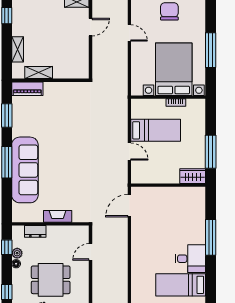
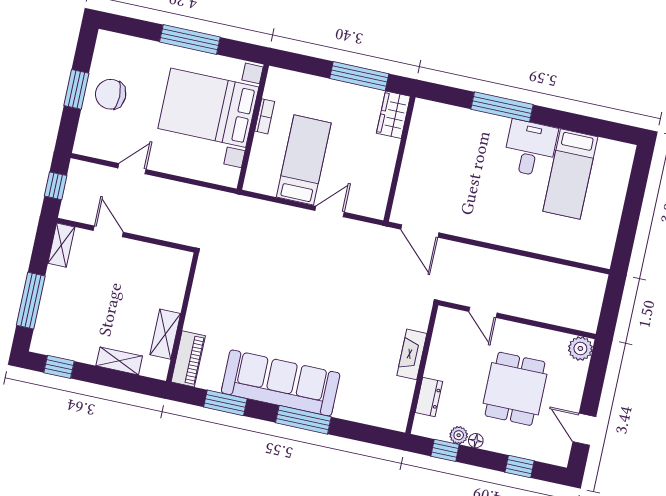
sofa: (25, 170) -> (281, 383), moved

